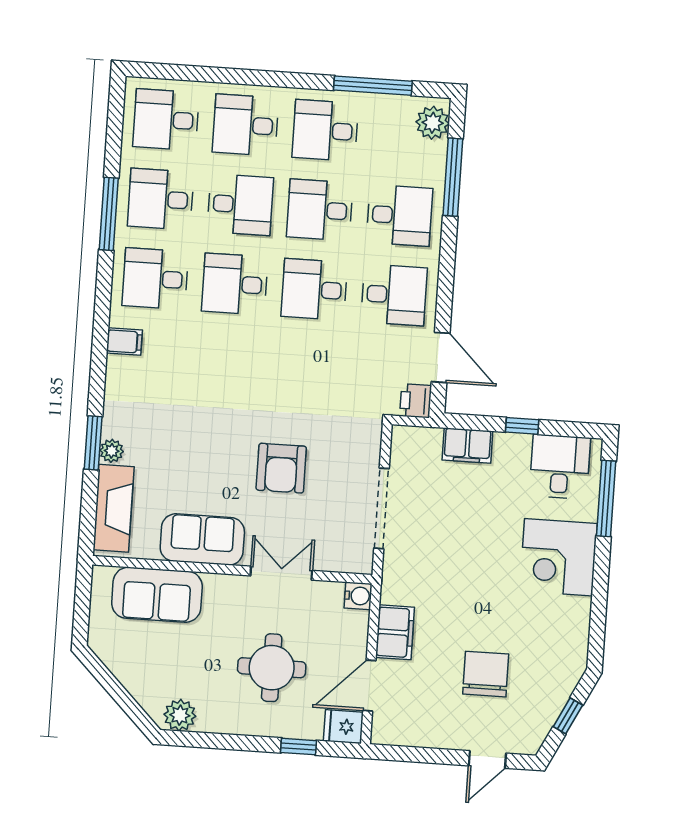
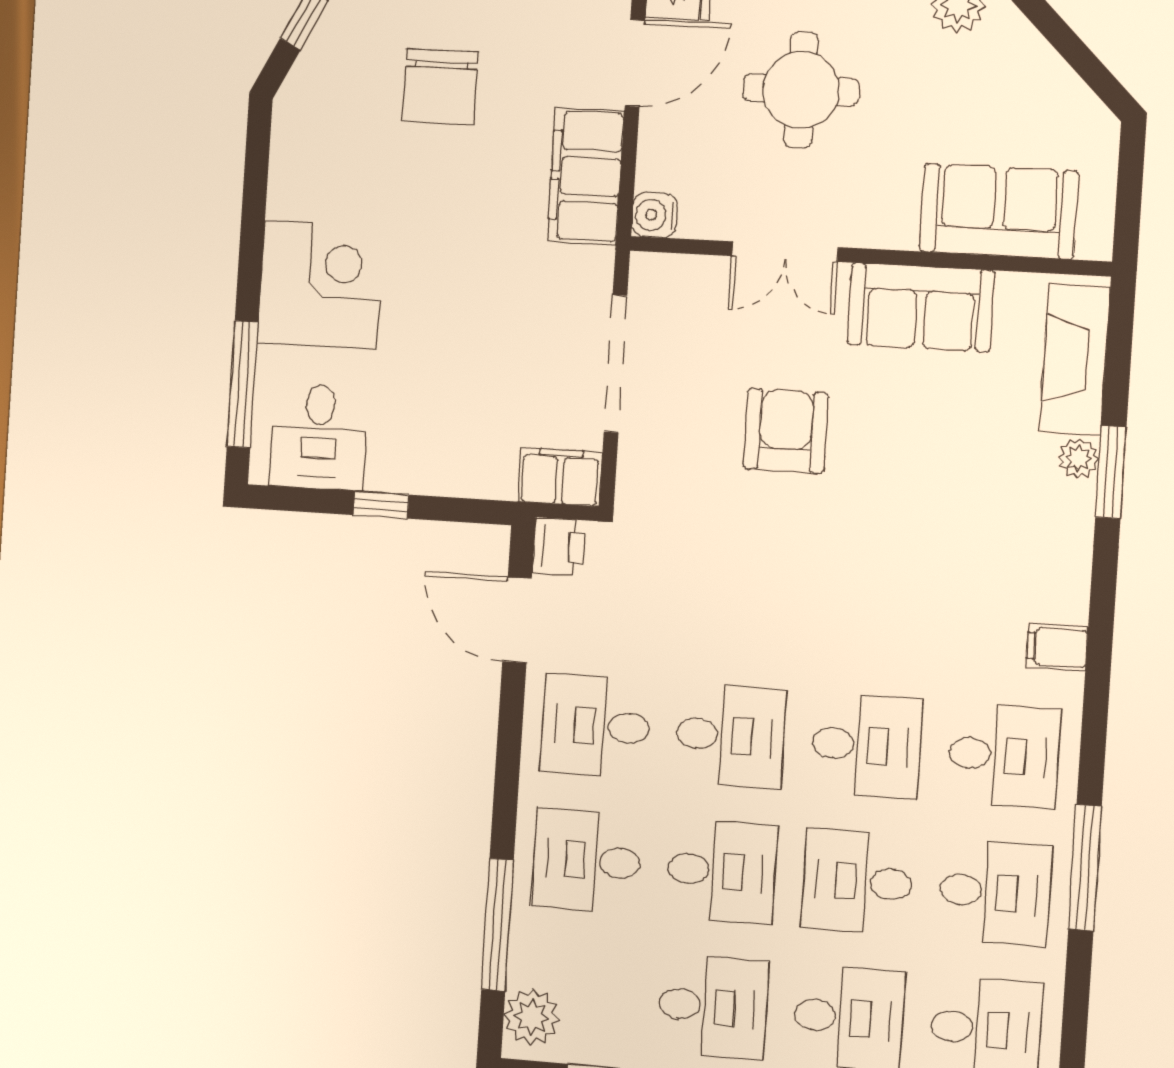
filing cabinet: (467, 446) -> (560, 477), moved
filing cabinet: (395, 632) -> (586, 176), width x1.50, depth x1.17

